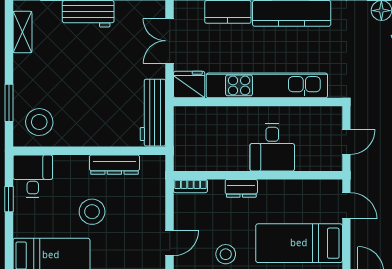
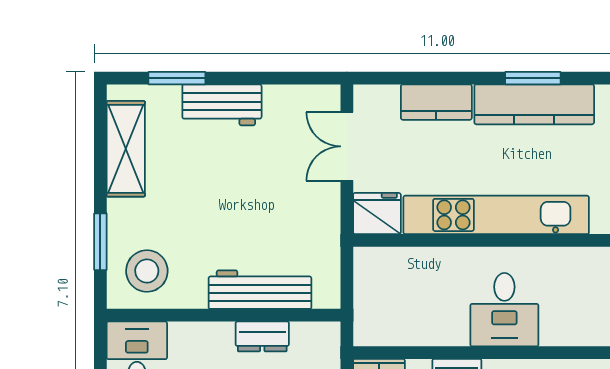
shelving: (22, 32) -> (126, 149), width x1.50, depth x1.33
workbench: (153, 113) -> (260, 290), moved, turned 90
dresser: (114, 165) -> (262, 336), width x0.70

